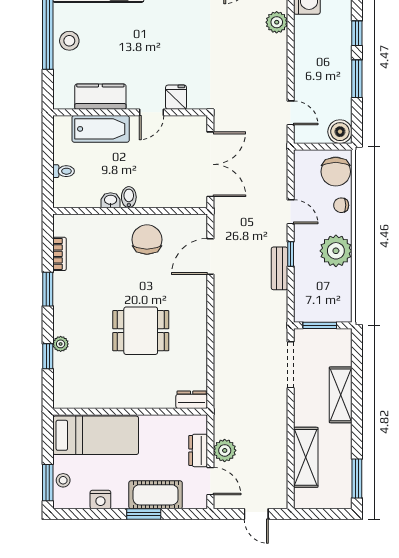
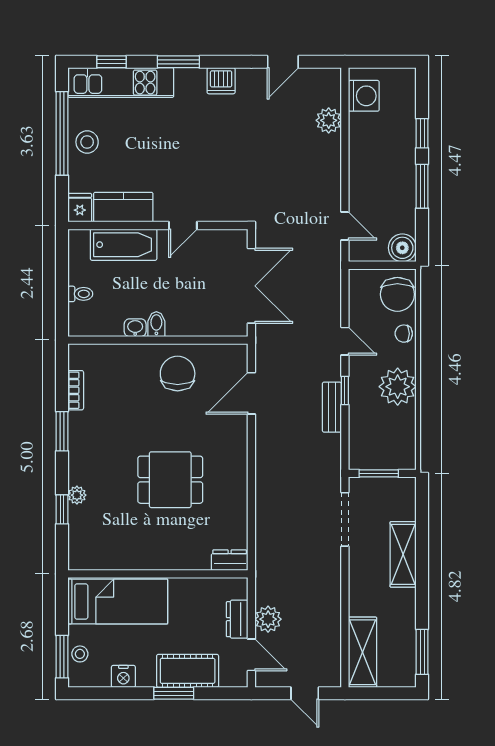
fridge: (176, 97) -> (80, 208), moved
shelving: (306, 457) -> (362, 652), moved

